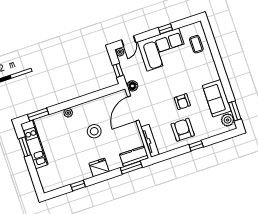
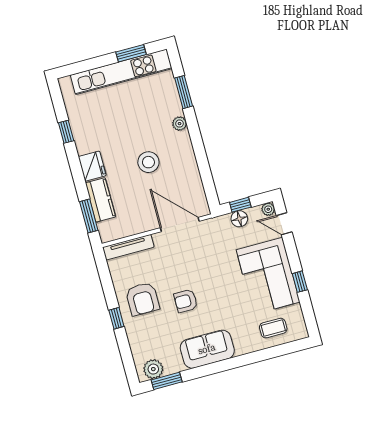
floor lamp: (132, 86) -> (239, 219), moved
sofa: (217, 98) -> (207, 349), moved
window: (38, 114) -> (184, 92), moved
armchair: (183, 130) -> (142, 299), turned 90
kitchen unit: (34, 144) -> (121, 72), width x1.36
kitchen counter: (134, 156) -> (100, 200), moved

